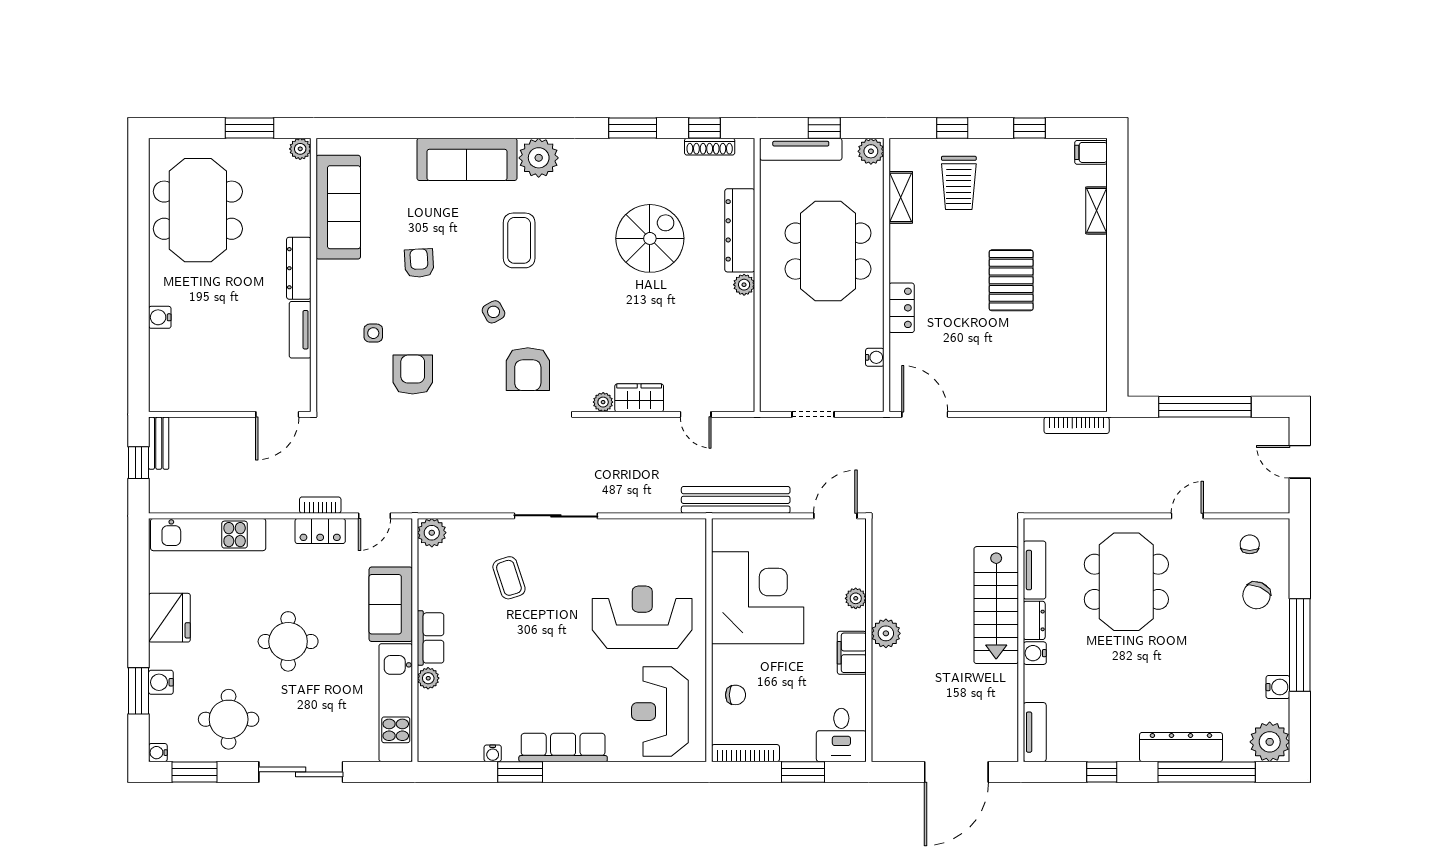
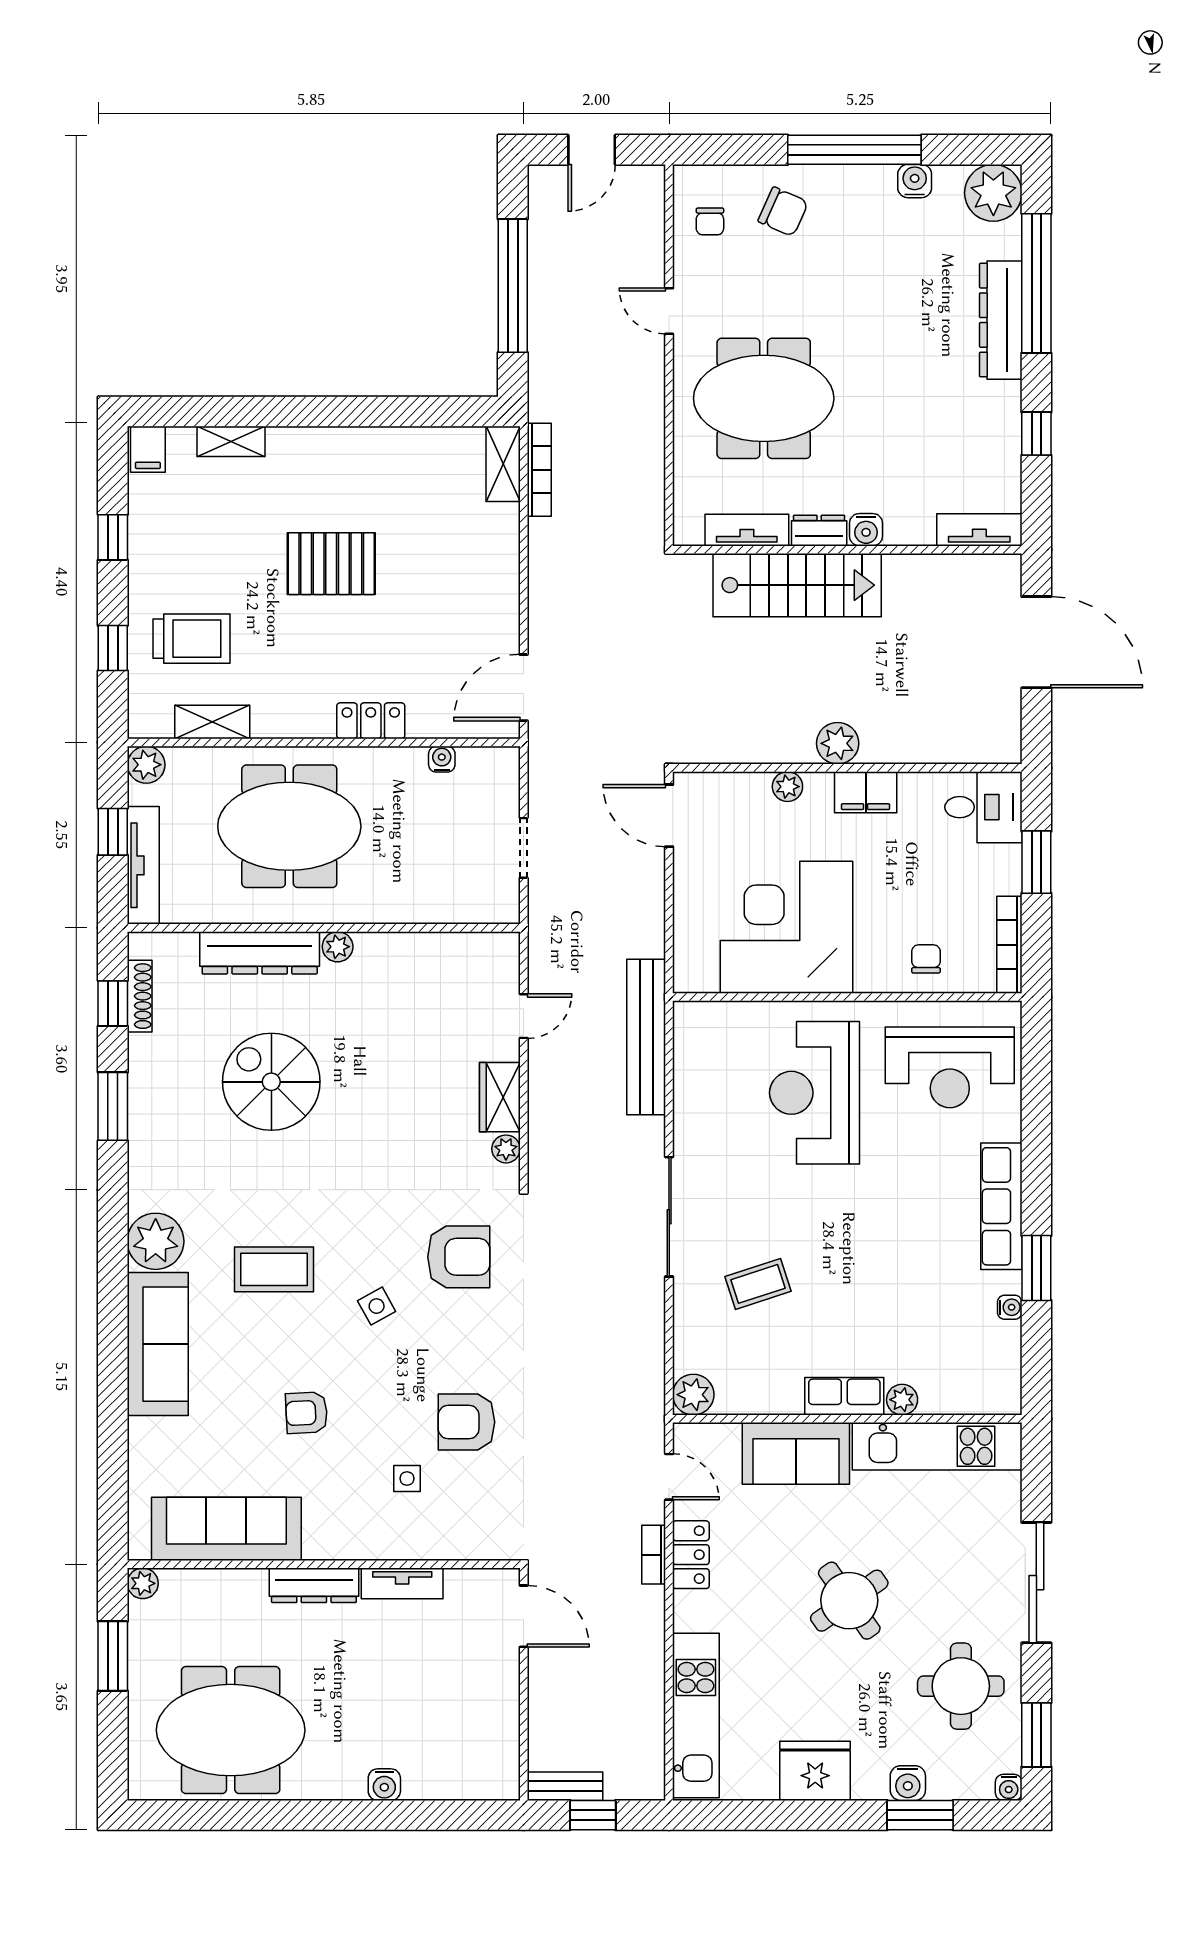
shelving: (1081, 400) -> (503, 464), added
bench: (736, 500) -> (646, 1037), moved
chair: (1250, 544) -> (710, 221), turned -90
round table: (288, 641) -> (849, 1601), turned -35

